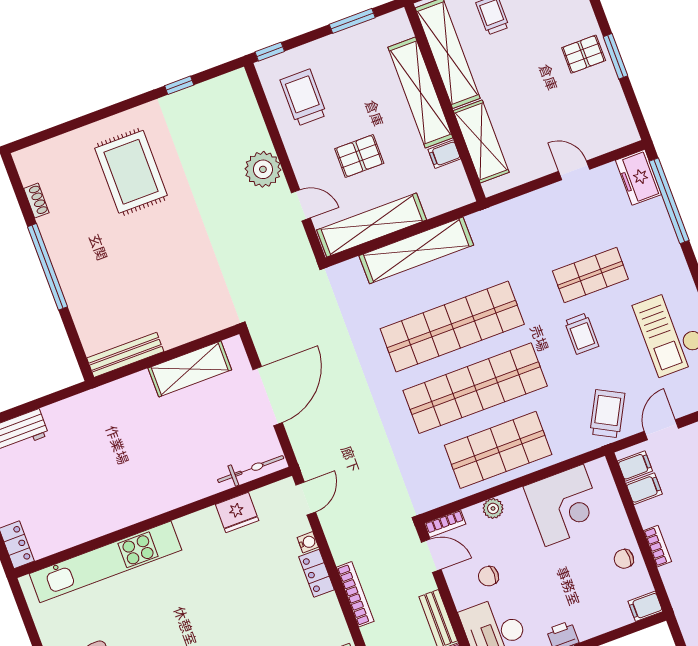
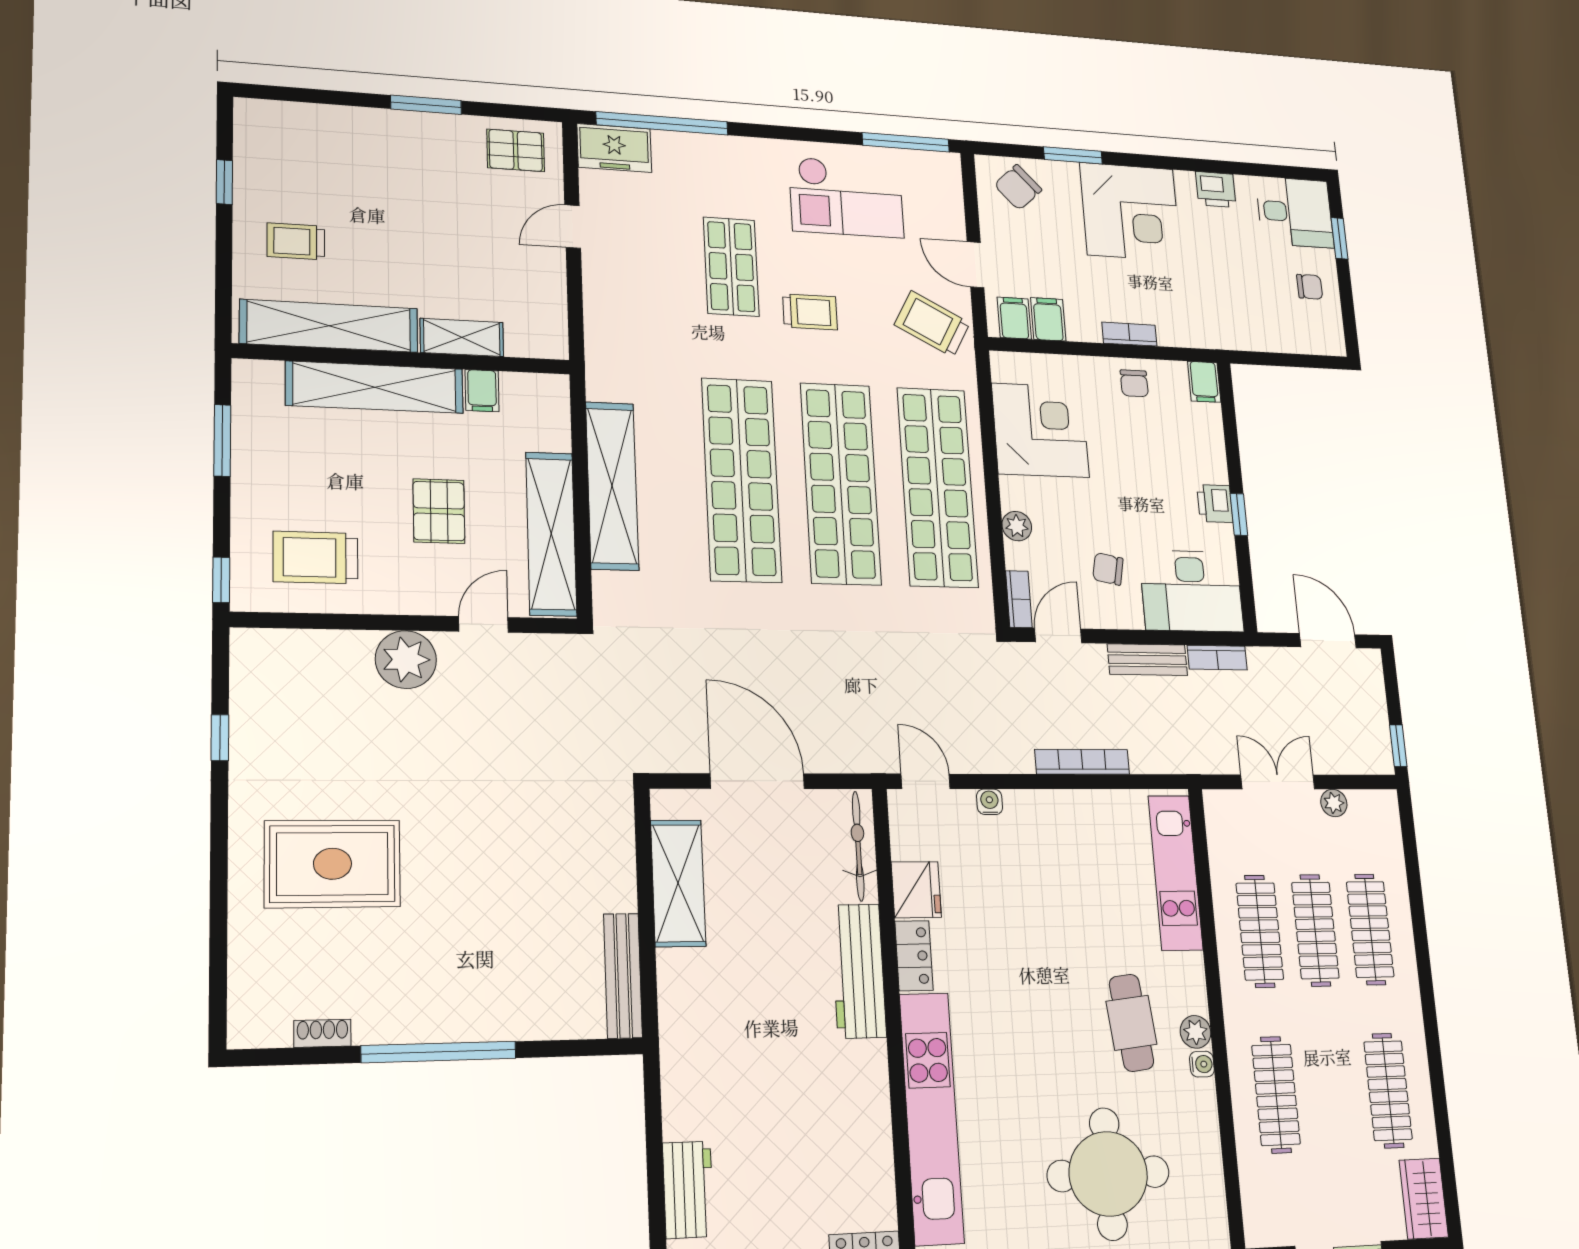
pallet: (584, 54) -> (516, 150), moved, turned 90
shelving: (481, 141) -> (462, 337), width x0.67, depth x0.75
shop shelf: (498, 450) -> (937, 487), width x1.40
workbench: (176, 492) -> (859, 971), added
locker: (317, 573) -> (914, 956), moved, turned -90
chair: (488, 576) -> (1108, 569), turned 101

